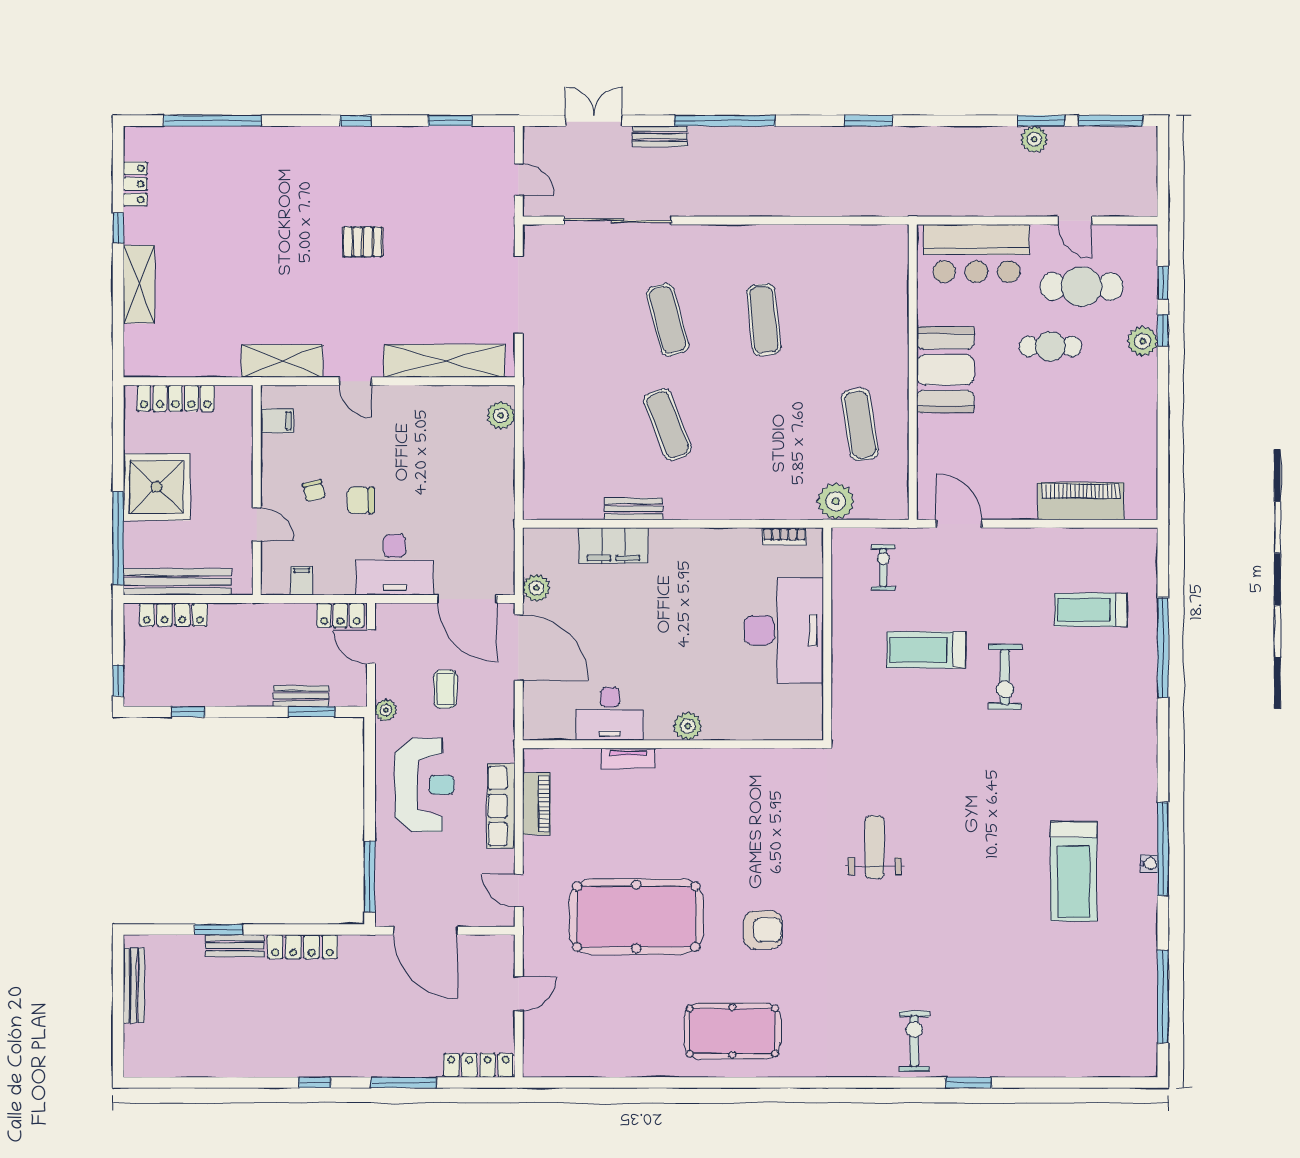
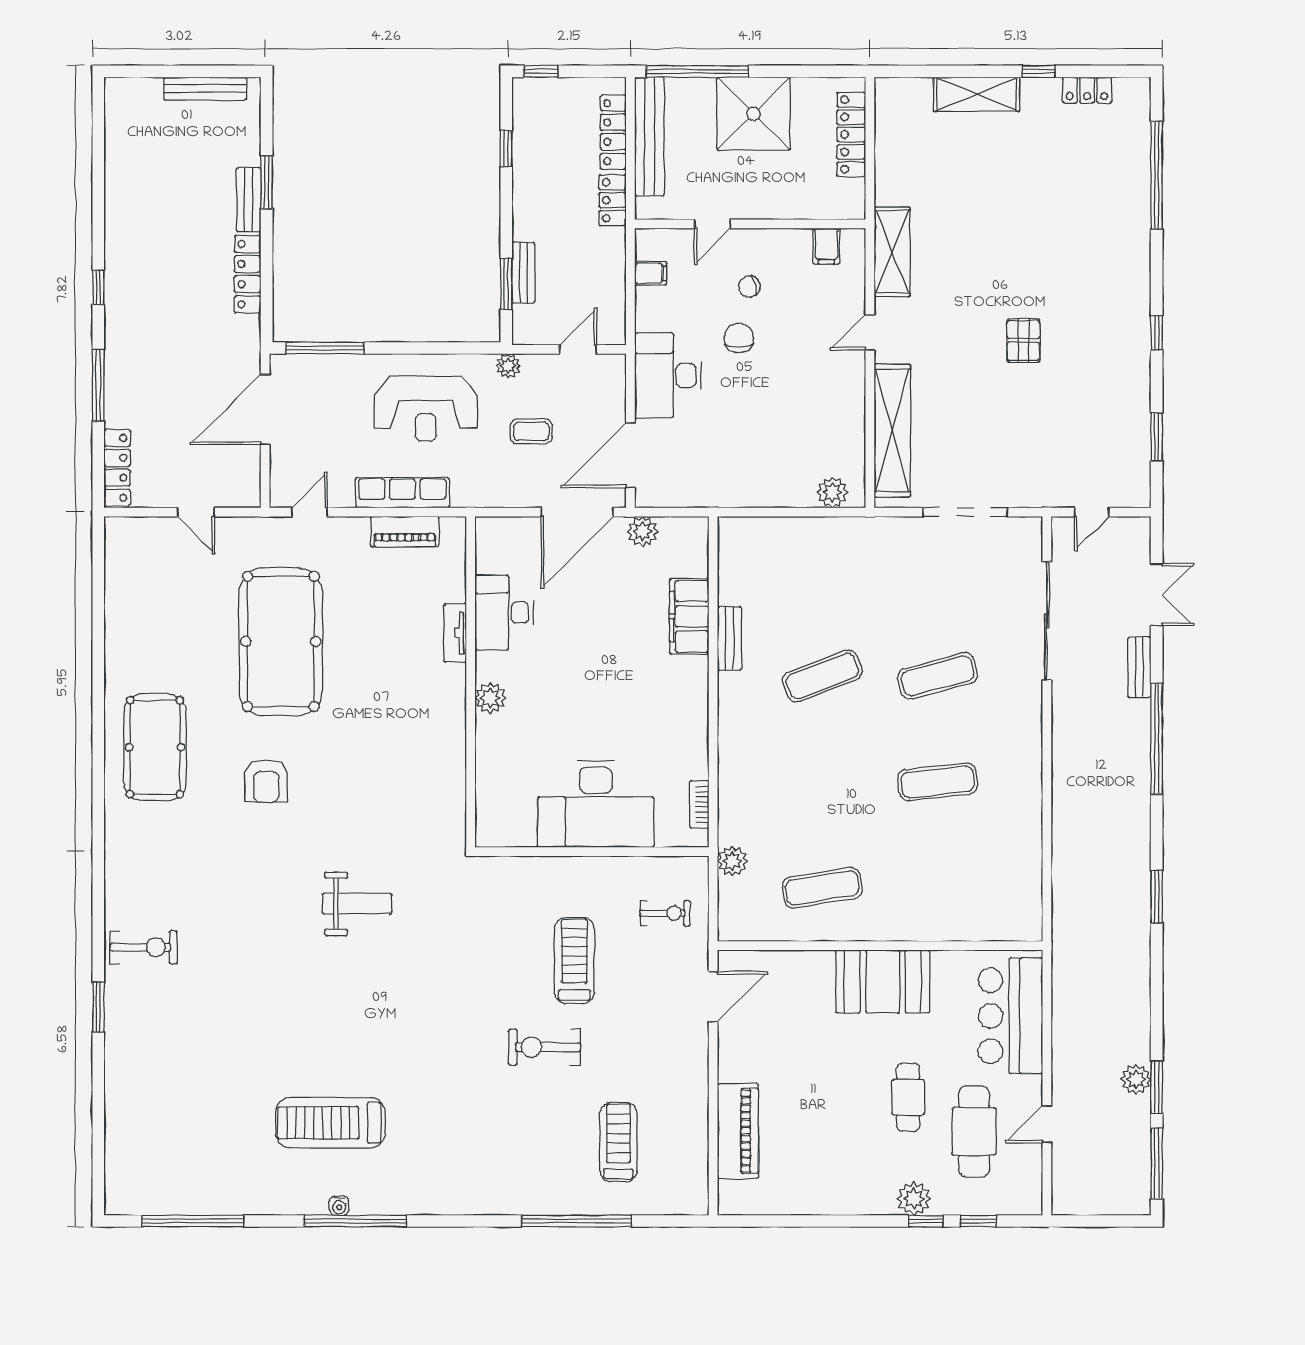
plant: (836, 501) -> (732, 861), width x0.73, depth x0.73
locker: (340, 615) -> (612, 200), moved

